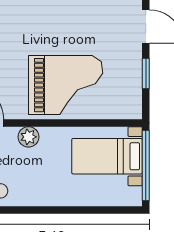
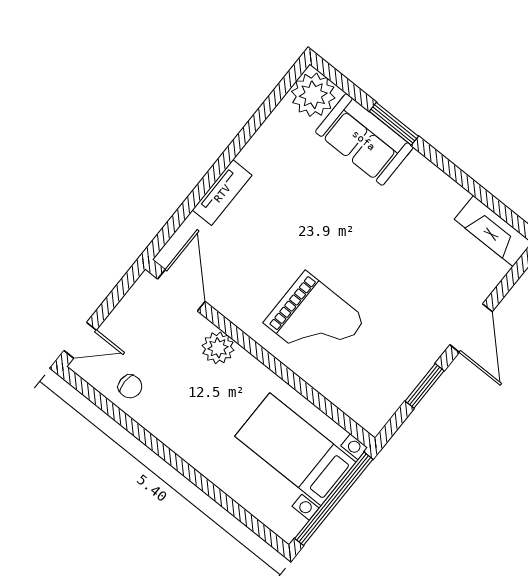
grand piano: (66, 85) -> (315, 321), width x0.73, depth x0.68

